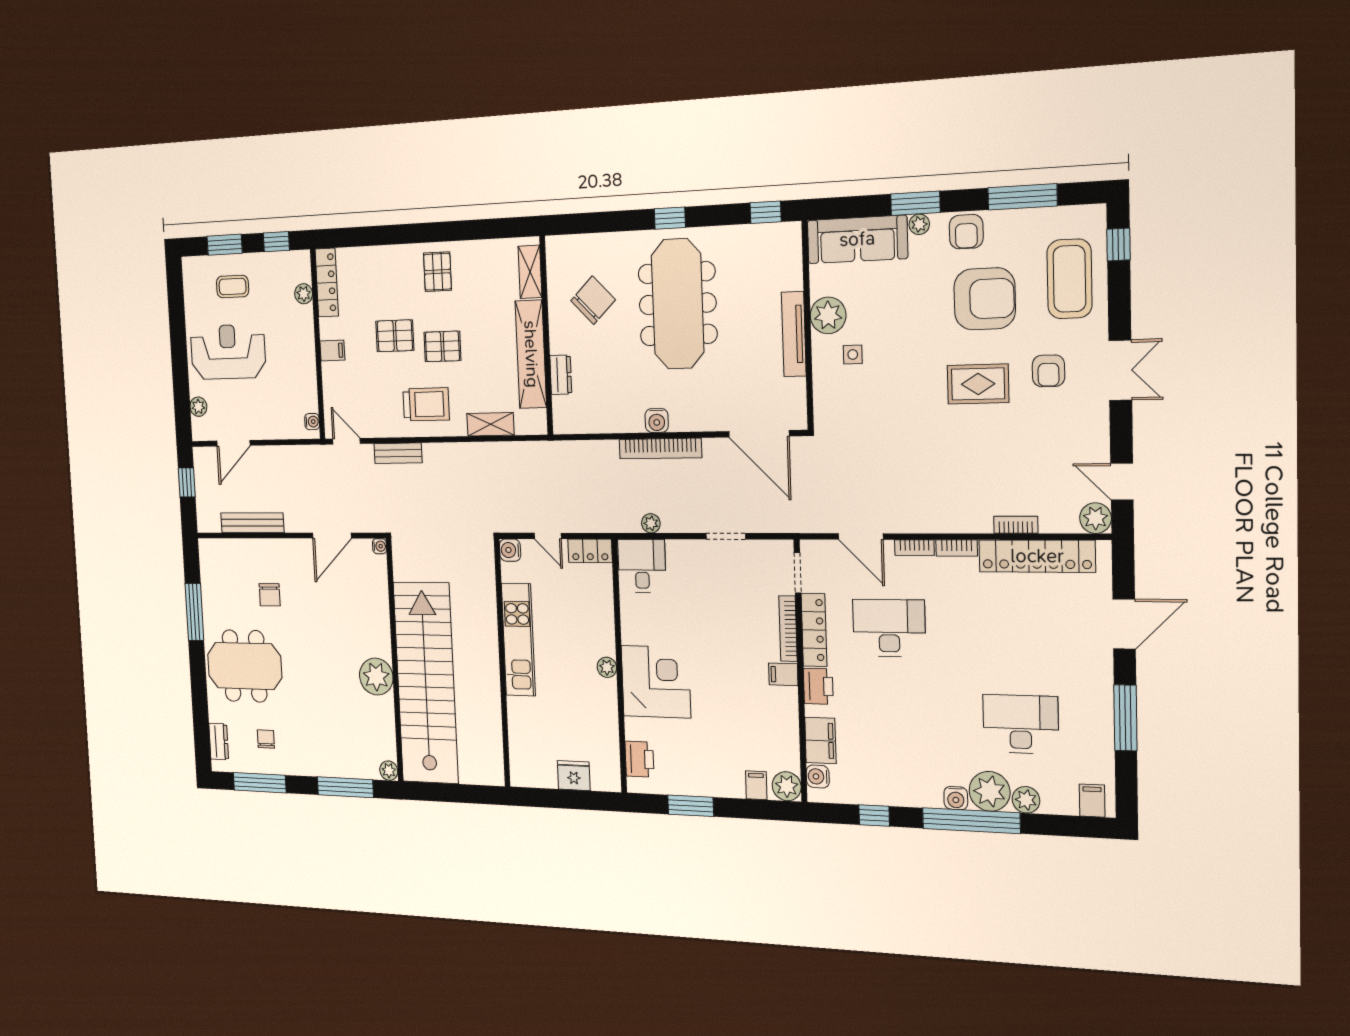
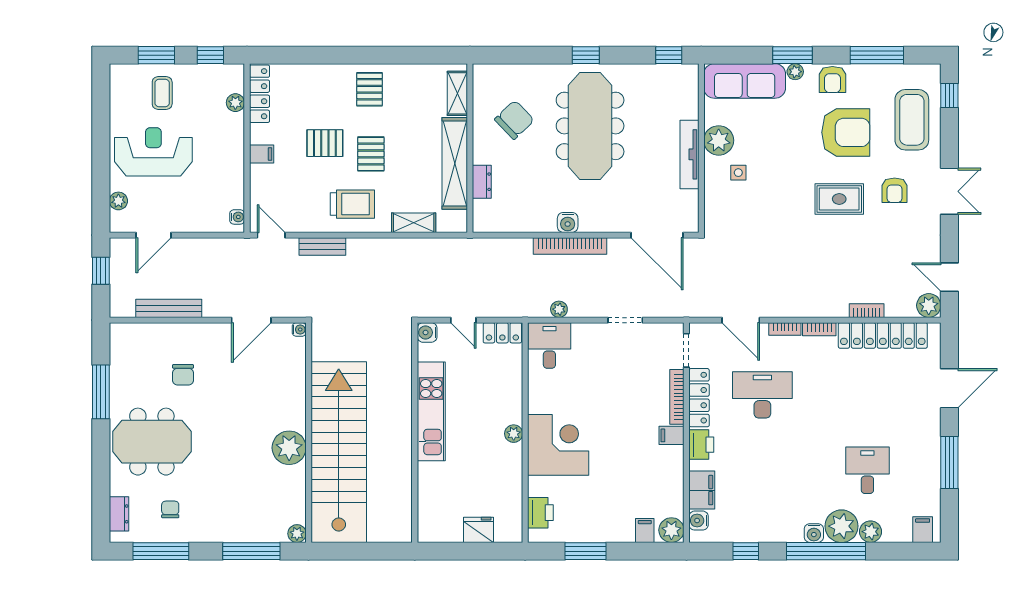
coffee table: (233, 287) -> (162, 93), turned 90
pallet: (442, 346) -> (371, 154), turned 90
desk: (1021, 724) -> (867, 470), width x0.73

